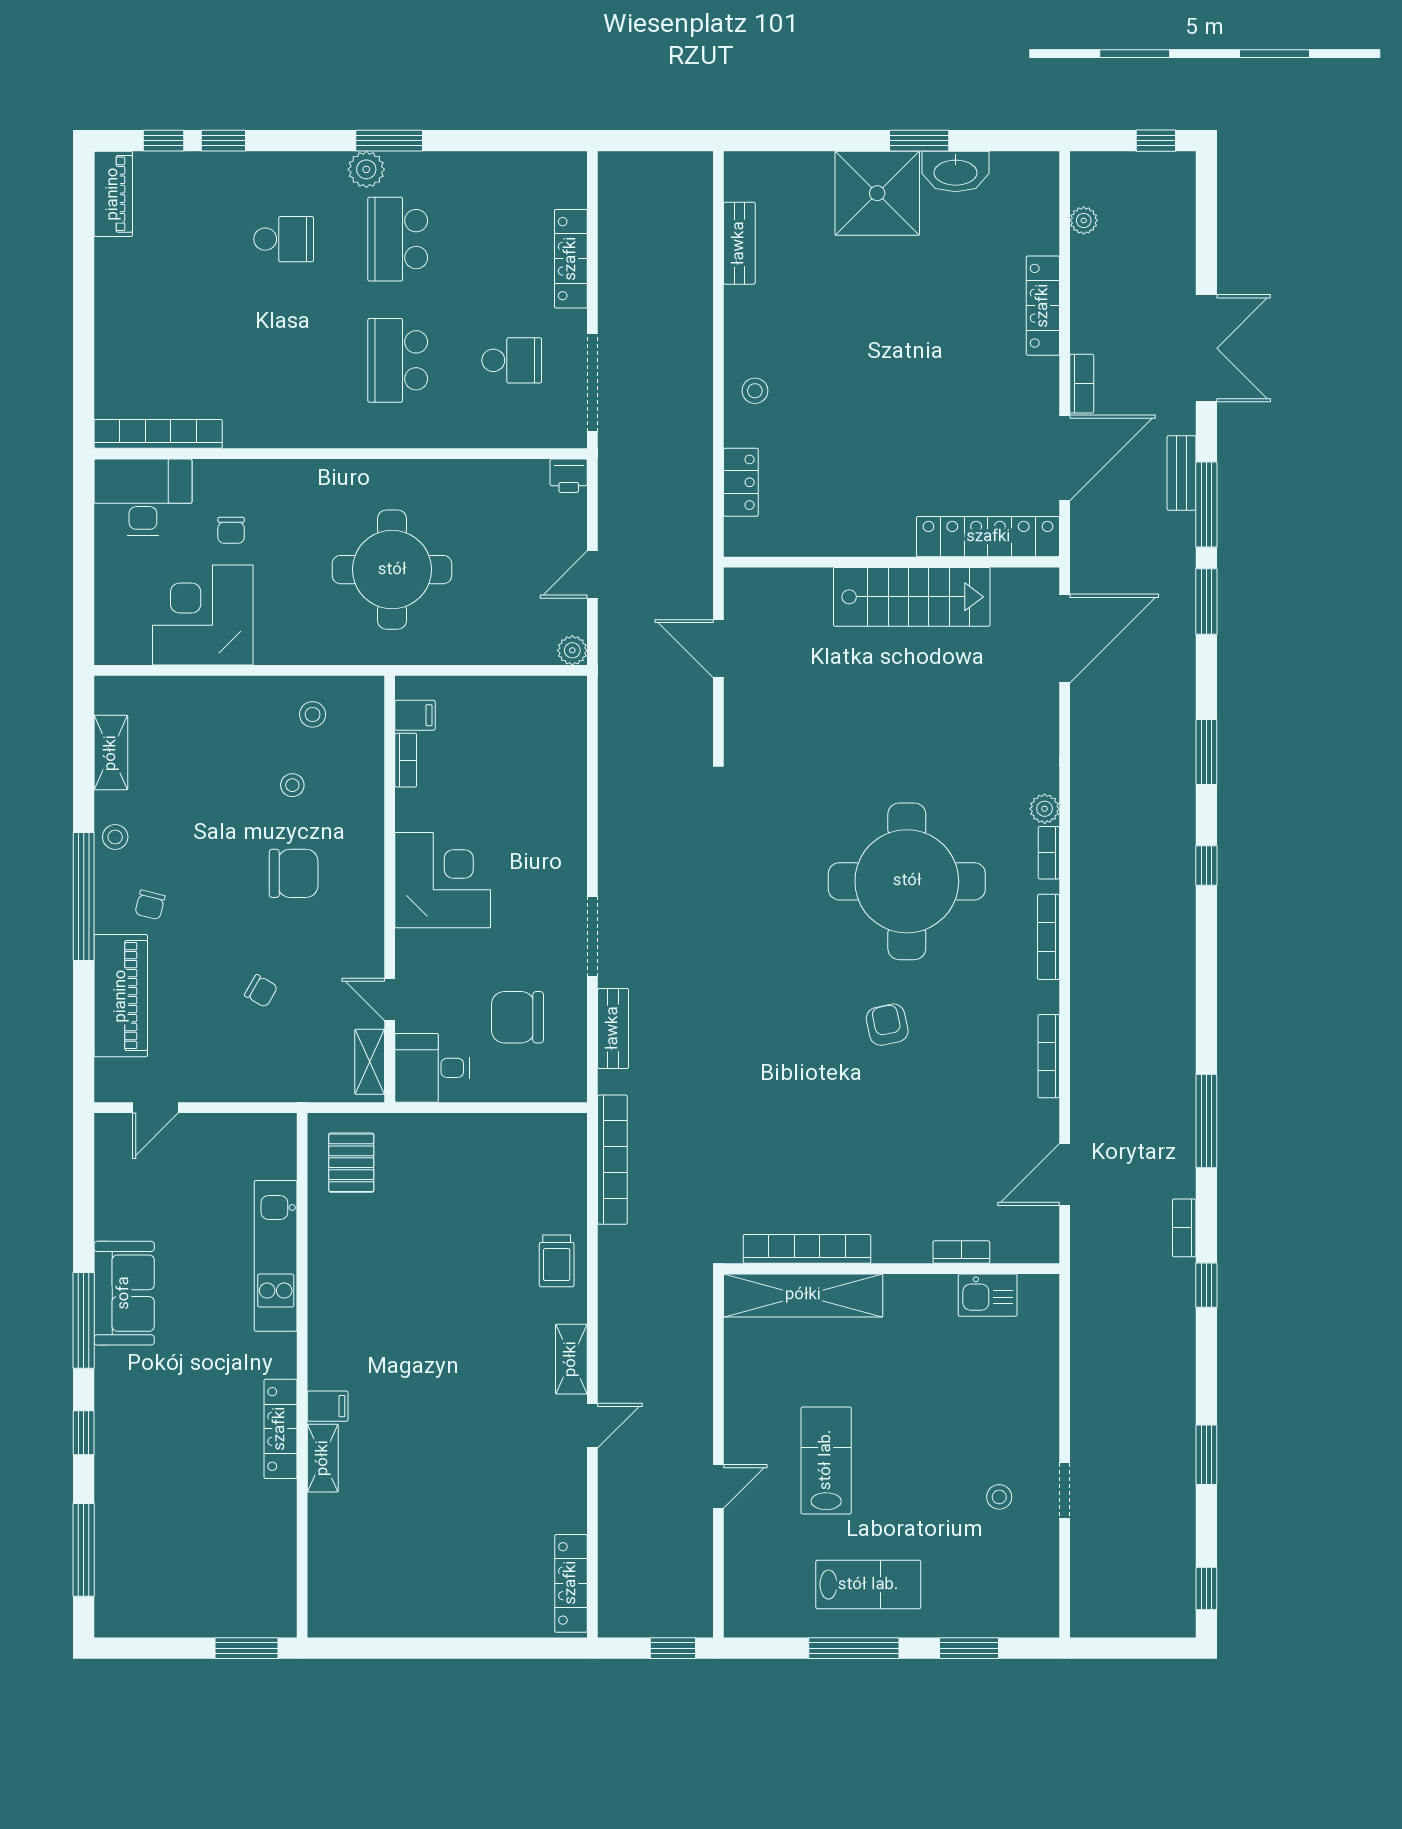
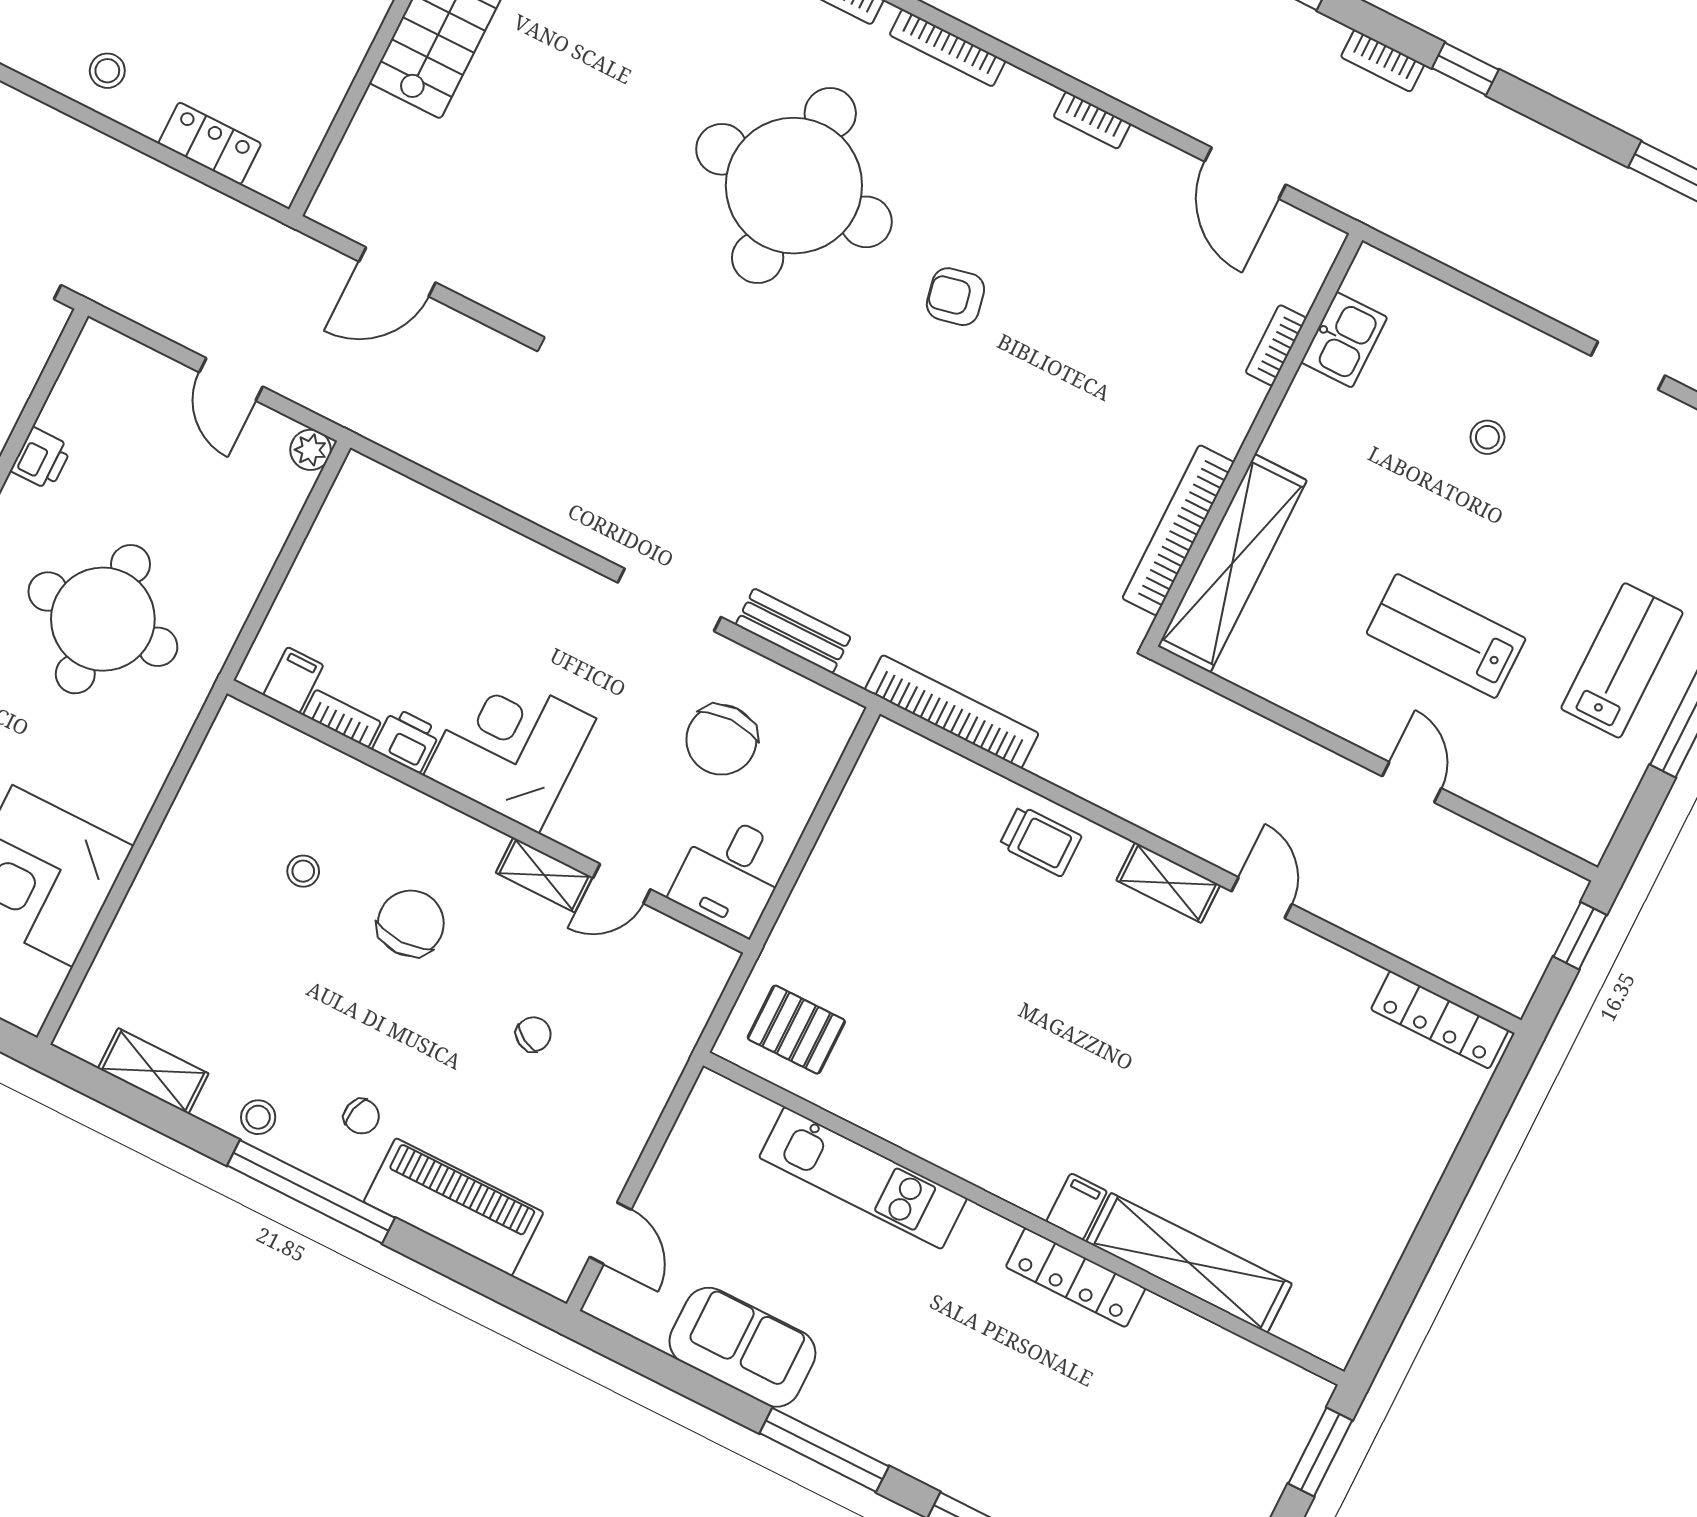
printer: (569, 476) -> (41, 459), moved
stool: (313, 714) -> (230, 803), removed
printer: (413, 810) -> (407, 740), added
bookcase: (1049, 1056) -> (1092, 120), width x0.64
shelving: (370, 1062) -> (544, 875), moved
sofa: (124, 1293) -> (742, 1347), moved
shelving: (323, 1458) -> (1189, 1263), width x2.20, depth x1.33
stool: (999, 1497) -> (1487, 437), moved

